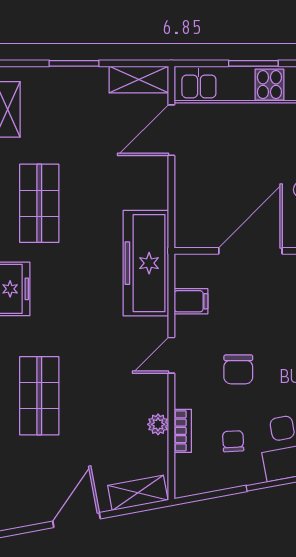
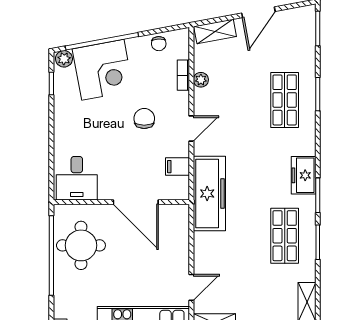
door: (171, 130) -> (191, 287), width x0.73
door: (250, 251) -> (136, 202), hinge flipped
chair: (233, 441) -> (159, 44), moved

